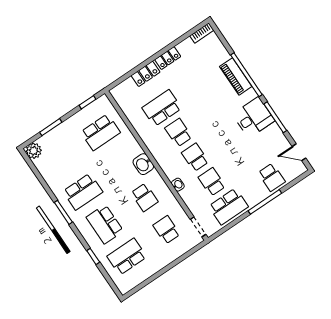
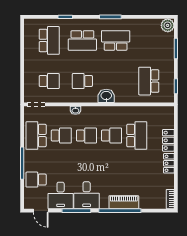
desk: (271, 143) -> (61, 195), added
door: (299, 152) -> (41, 211), swing flipped
school desk: (83, 192) -> (116, 40), turned 90
school desk: (105, 224) -> (82, 40), turned 180

